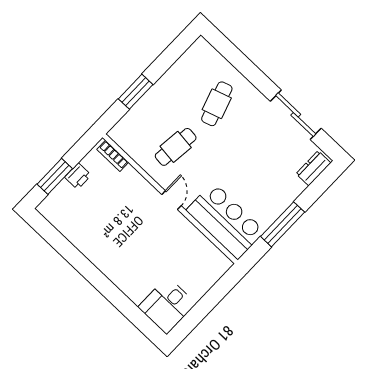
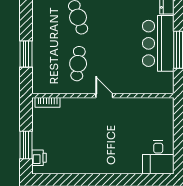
printer: (78, 176) -> (39, 158), moved
bar counter: (225, 221) -> (158, 43), moved, turned -90

